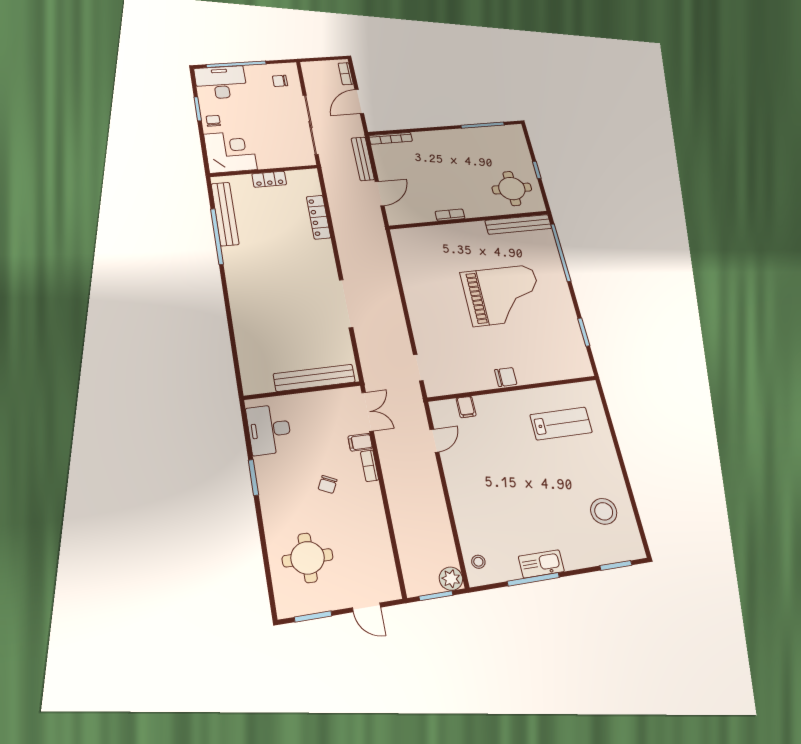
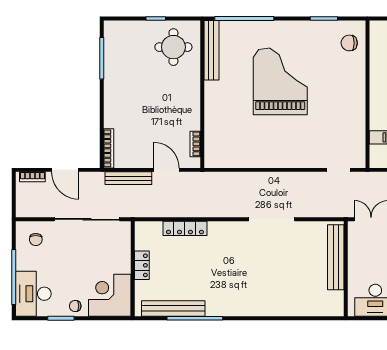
bookcase: (450, 215) -> (195, 144), moved
chair: (506, 377) -> (349, 43), moved, turned -90

